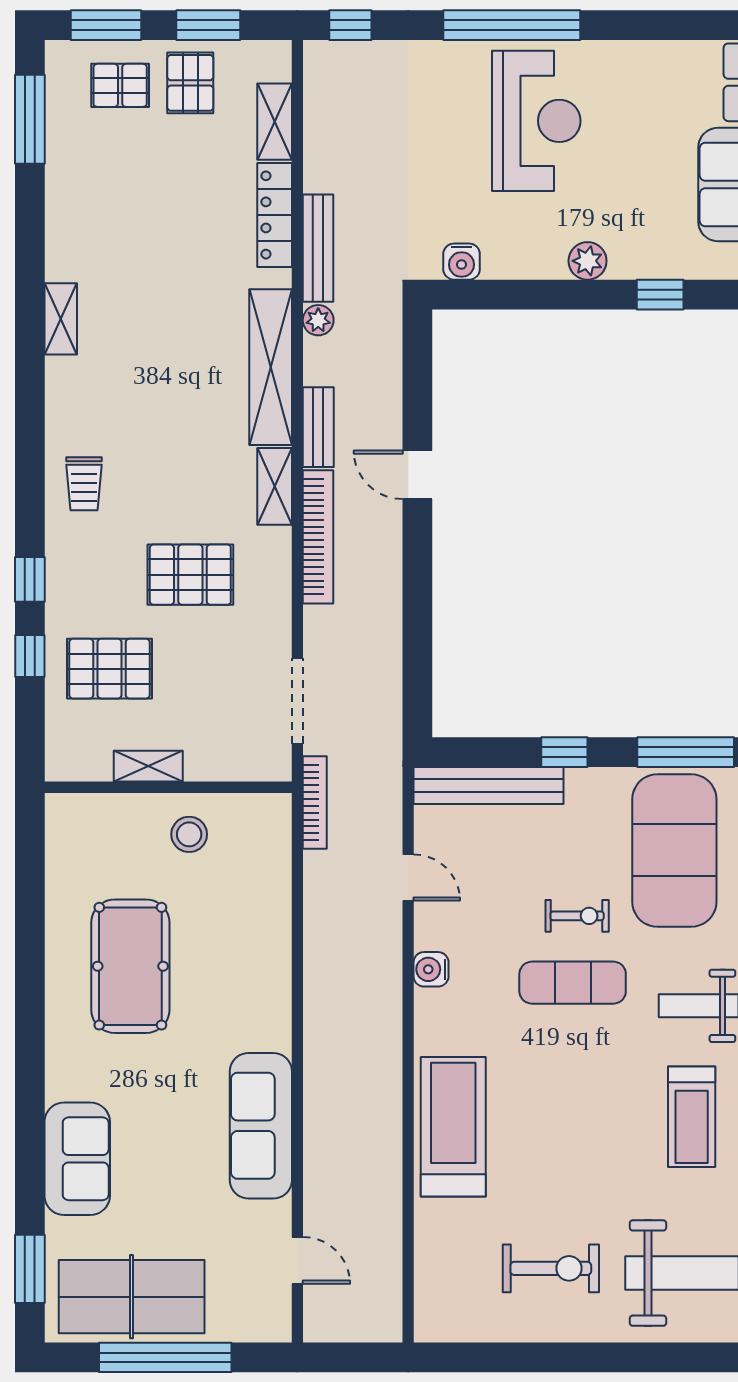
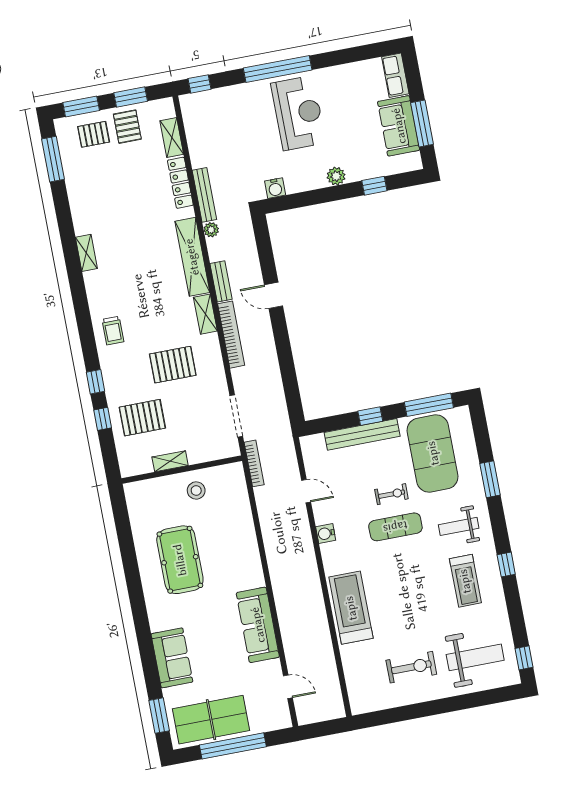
bench: (489, 786) -> (362, 434), moved

